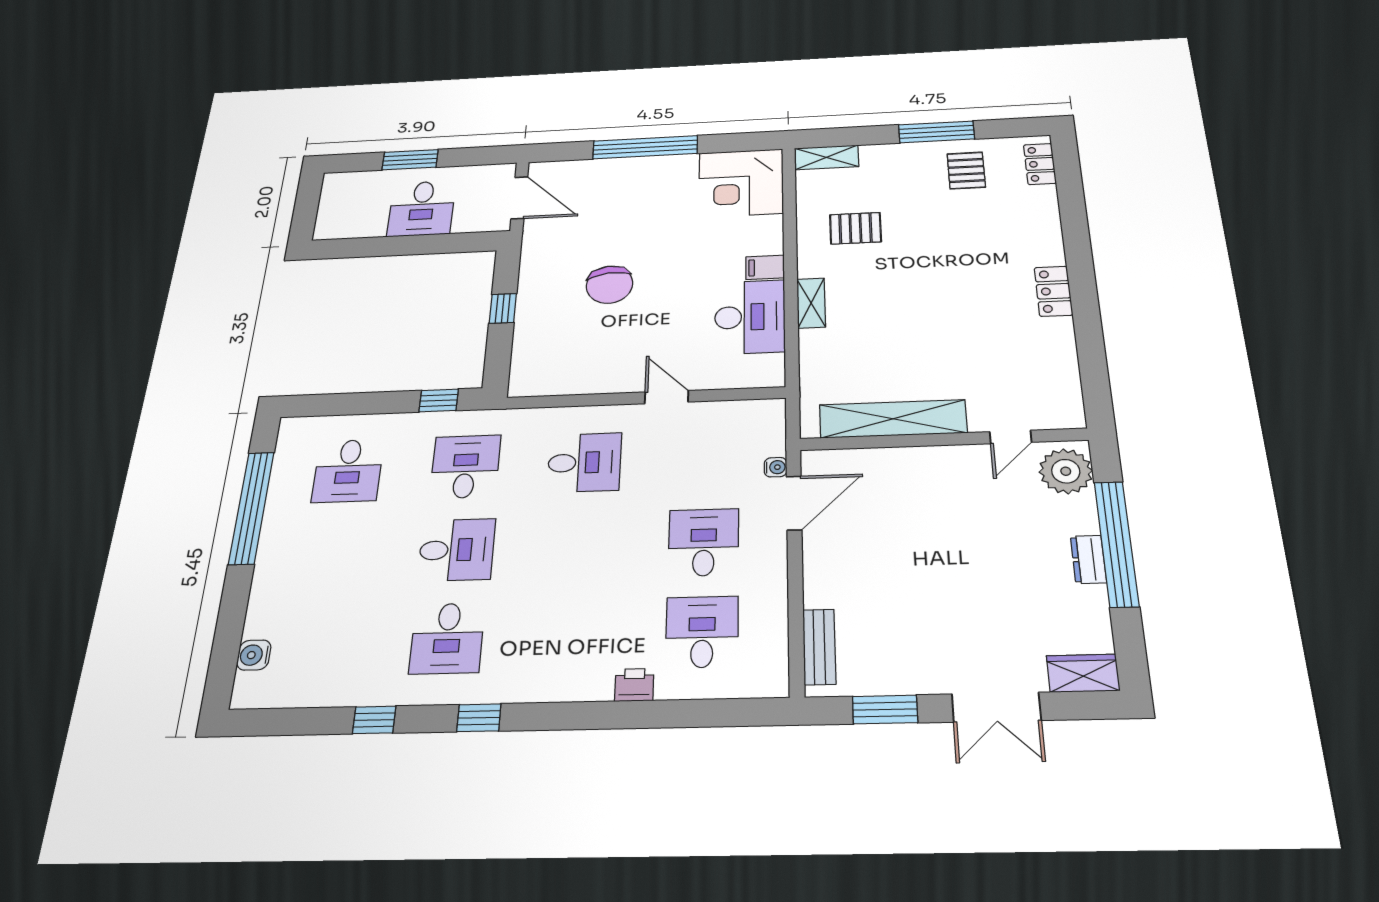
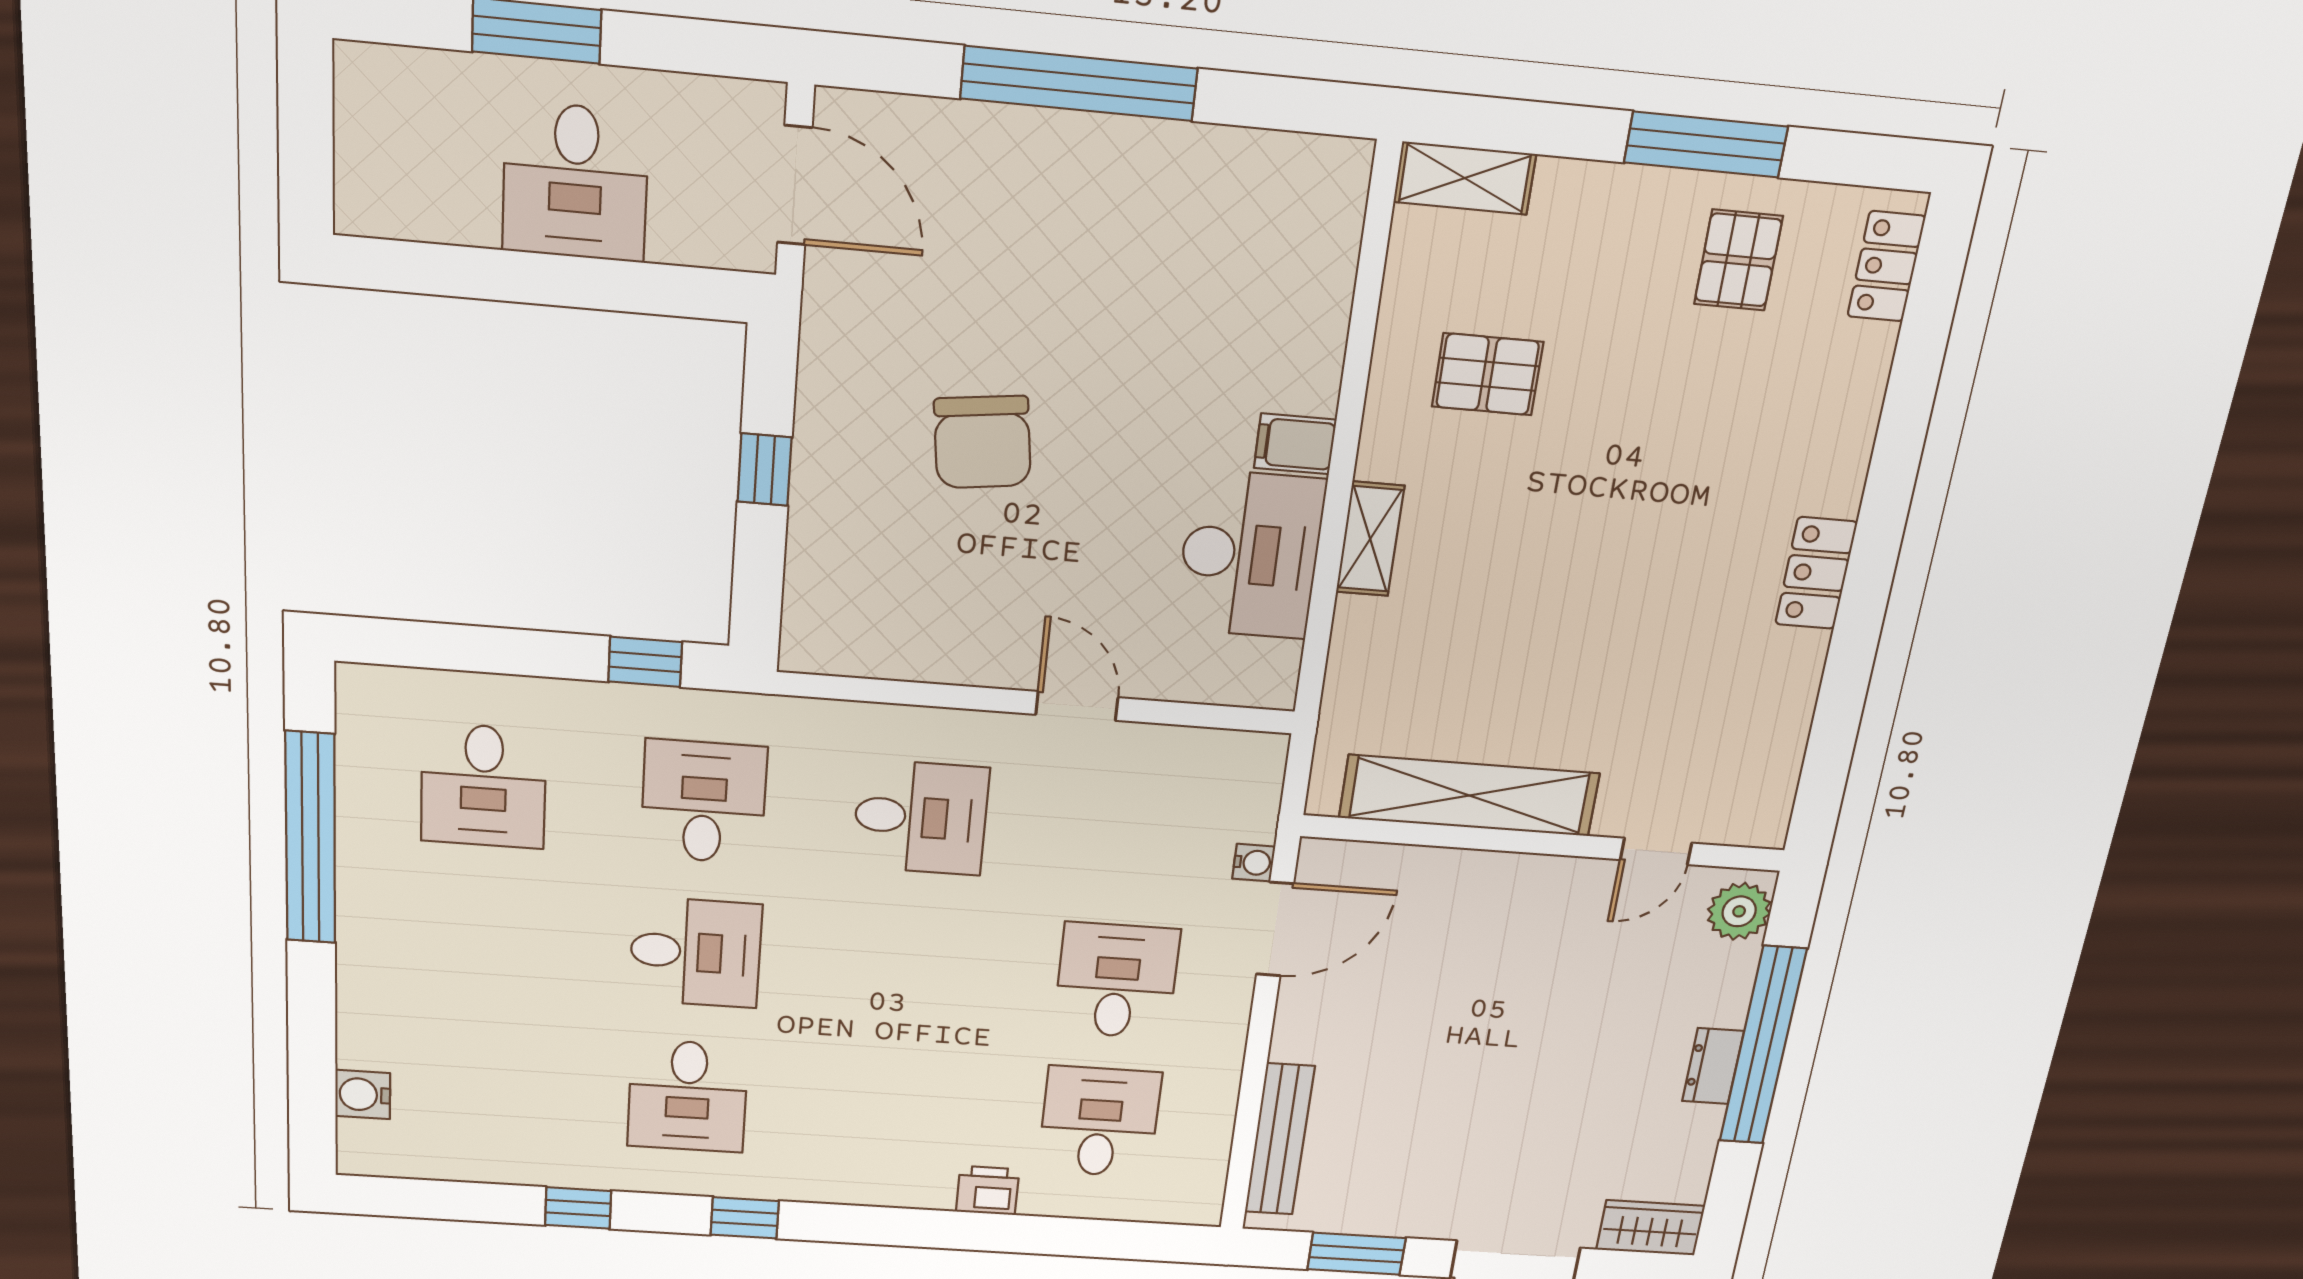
corner desk: (741, 183) -> (1276, 220), removed
plant: (1066, 471) -> (1739, 911), width x0.73, depth x0.73
bench: (819, 647) -> (1280, 1139), width x1.36

